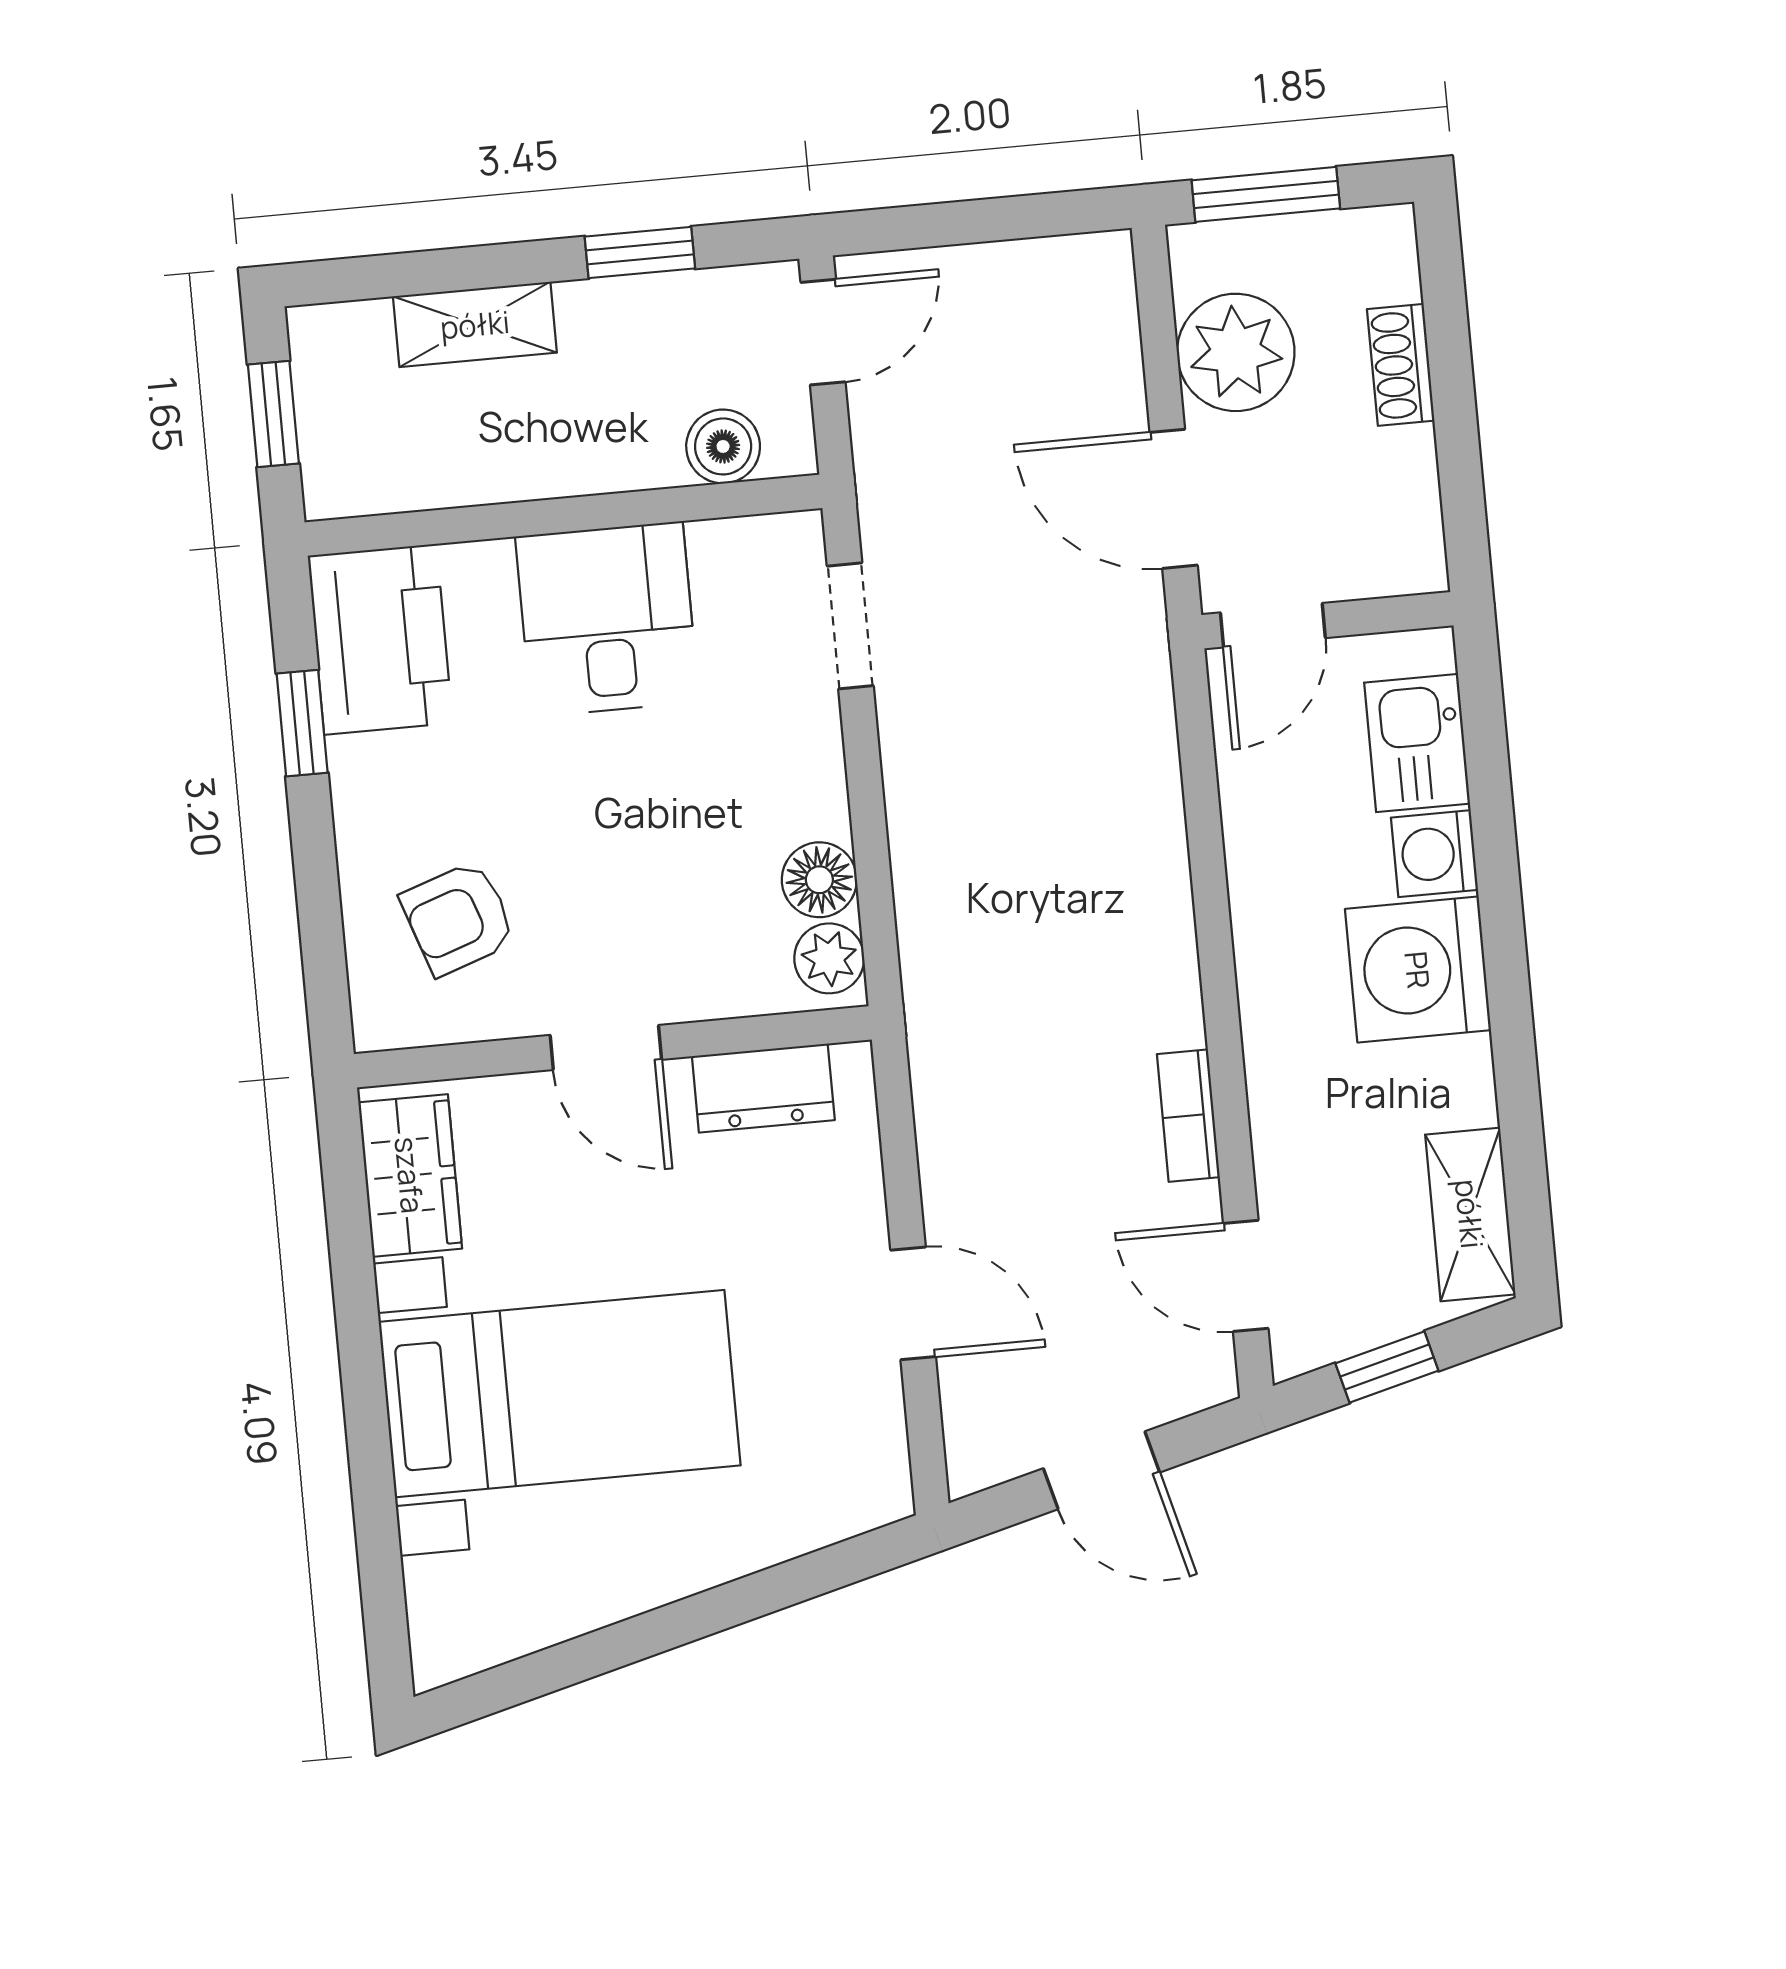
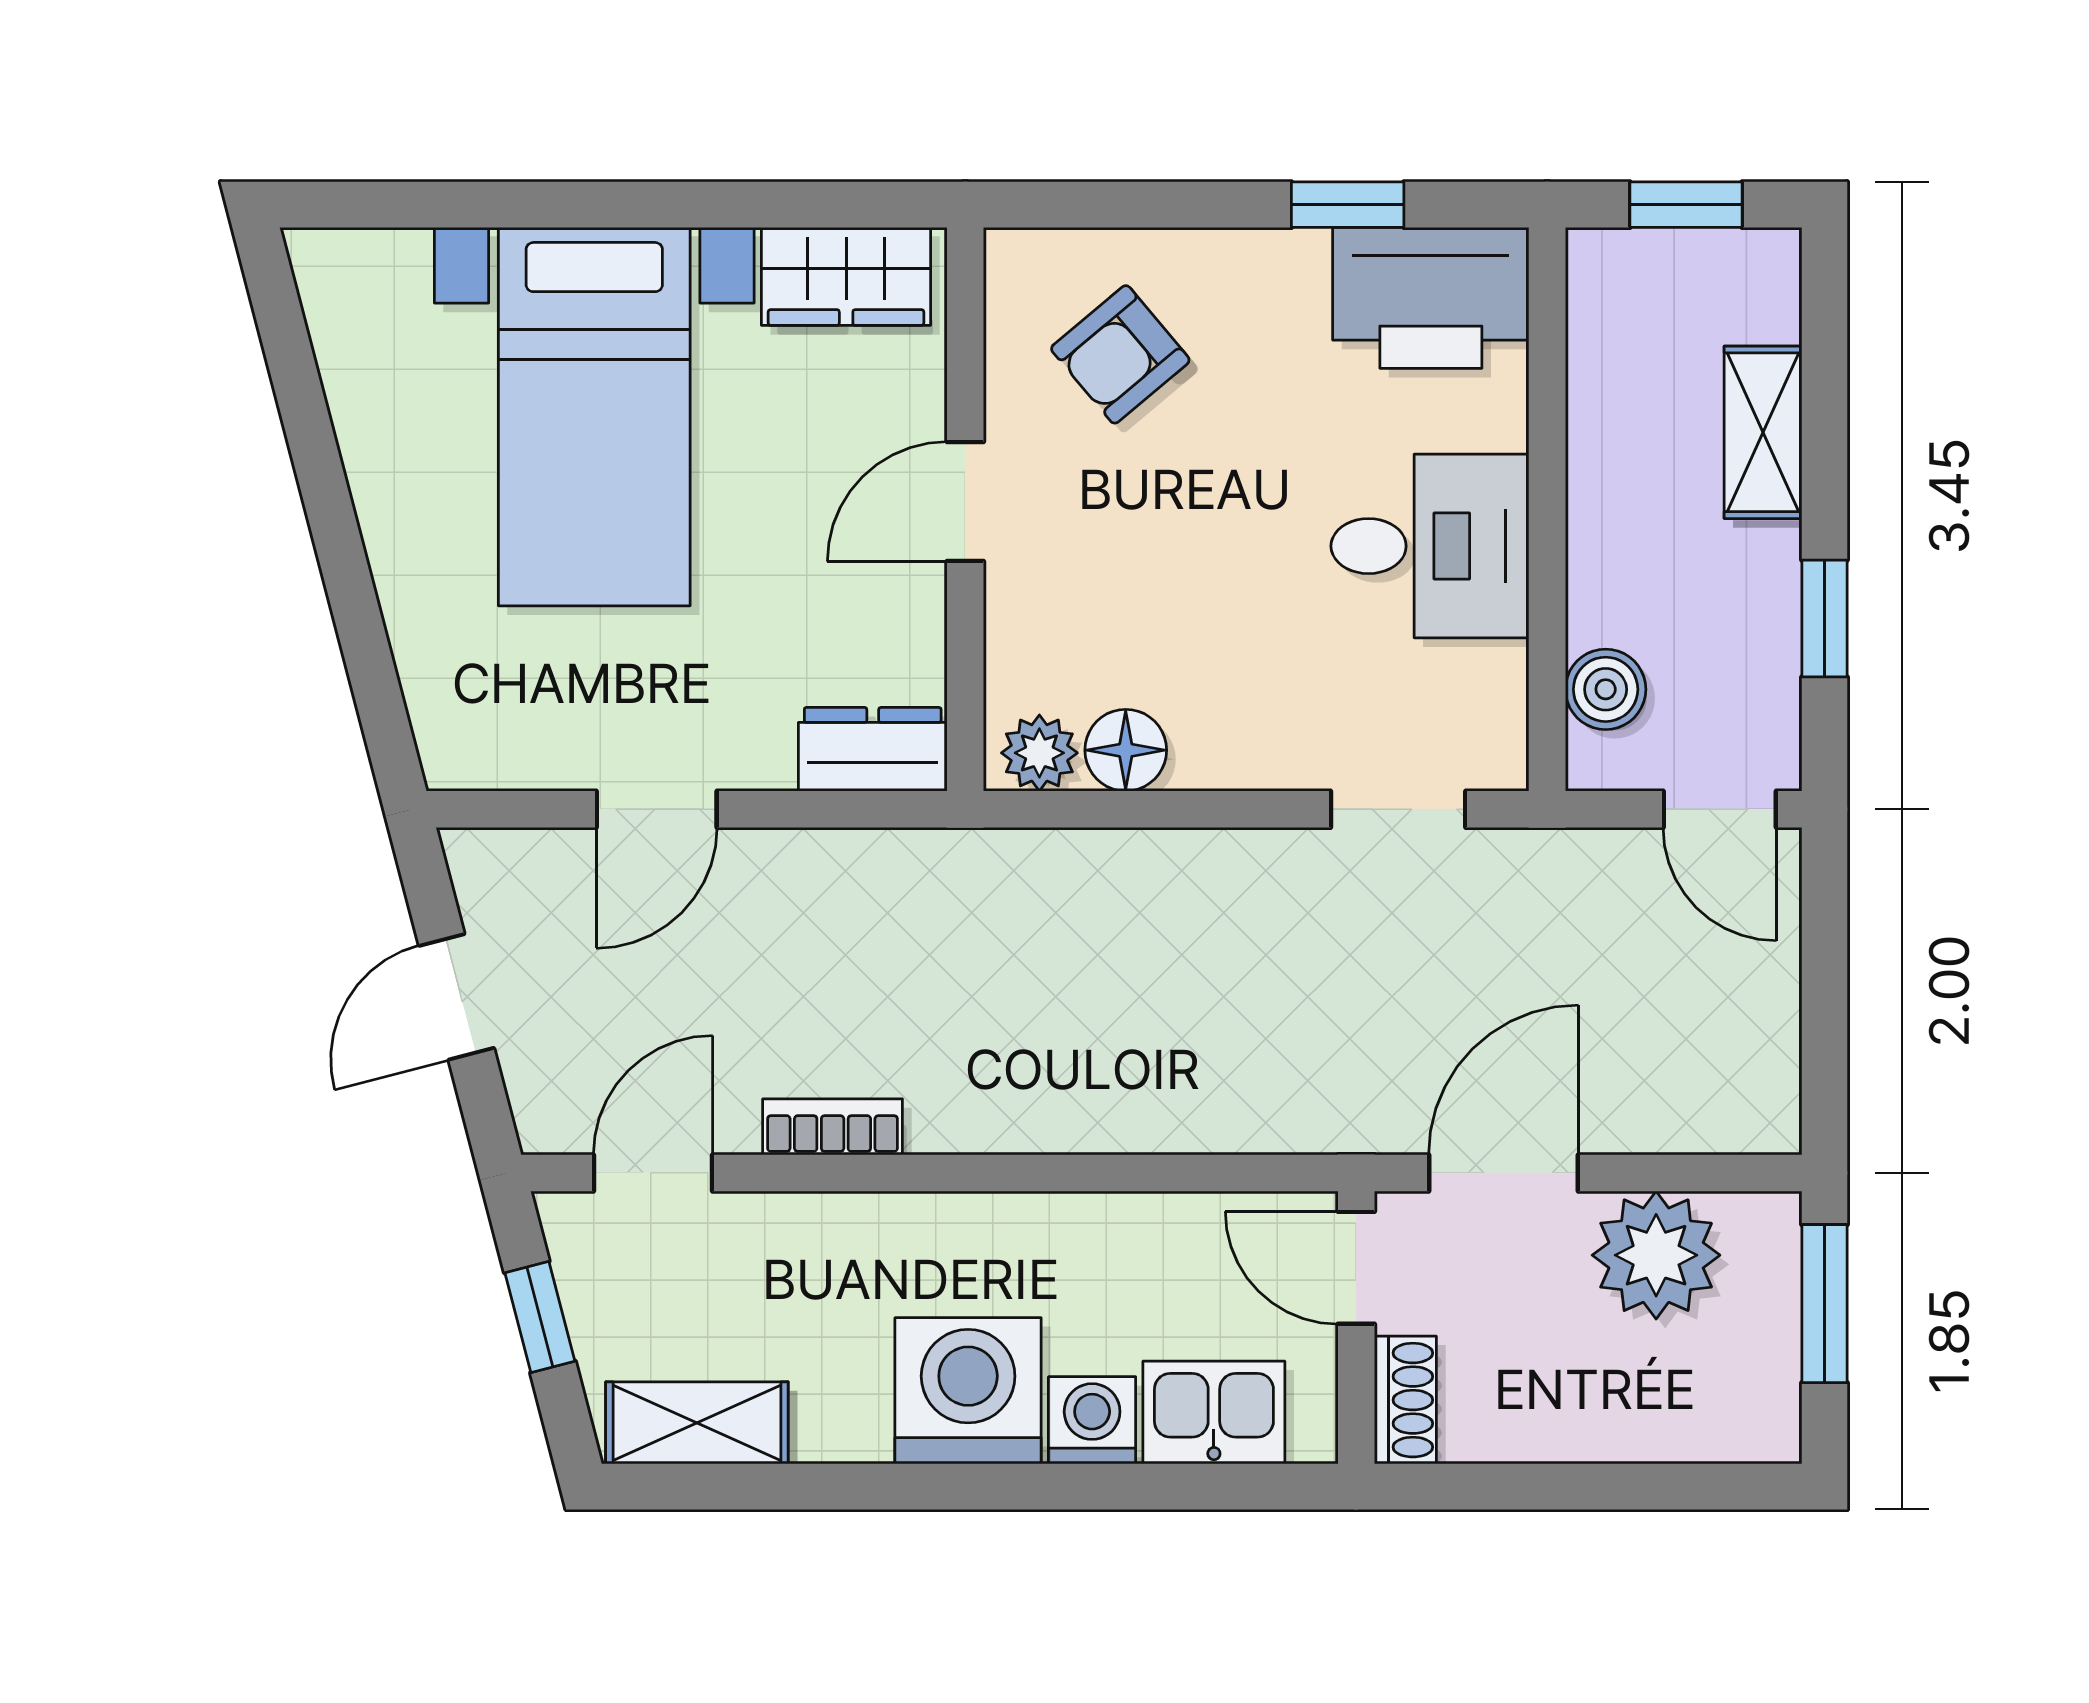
shoe rack: (1401, 365) -> (1405, 1400), moved, turned 90
armchair: (458, 918) -> (1120, 354), turned -111
dresser: (763, 1088) -> (873, 749), moved, turned 90

